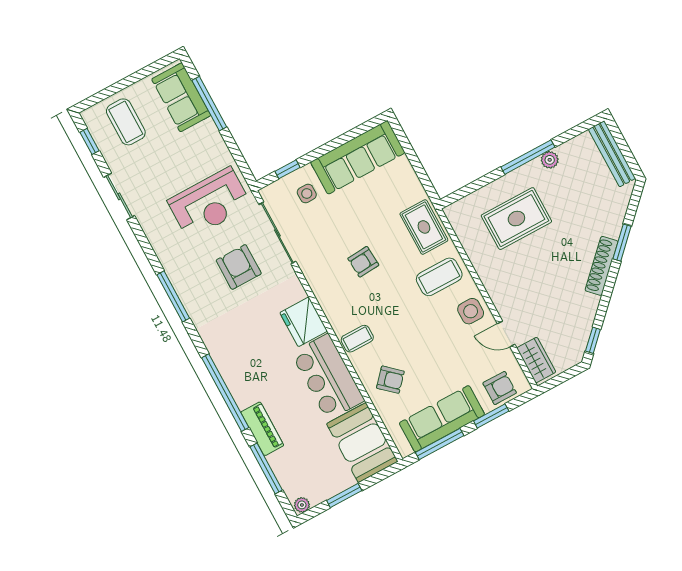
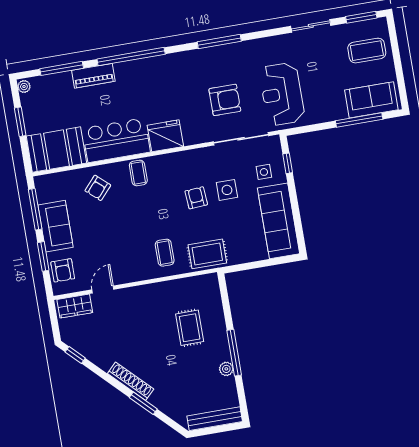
window: (89, 141) -> (361, 17), width x1.50
rug: (516, 219) -> (190, 328), width x0.73, depth x0.70
coffee table: (439, 277) -> (165, 253), width x0.73, depth x0.77
side table: (471, 311) -> (227, 190), moved
sofa: (442, 419) -> (55, 226), width x0.73

